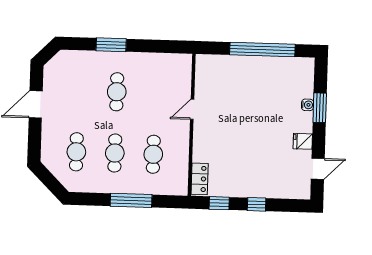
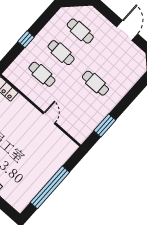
window: (111, 45) -> (105, 125), moved
window: (131, 200) -> (26, 39), width x0.46

